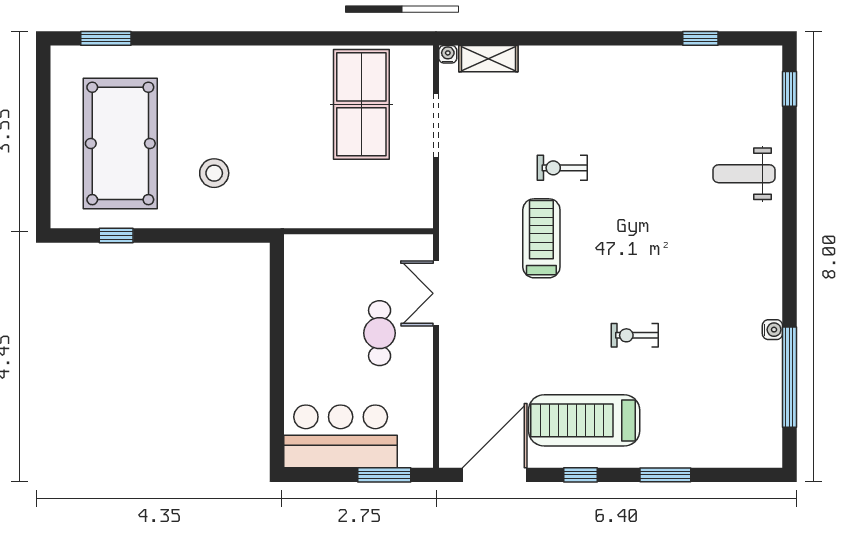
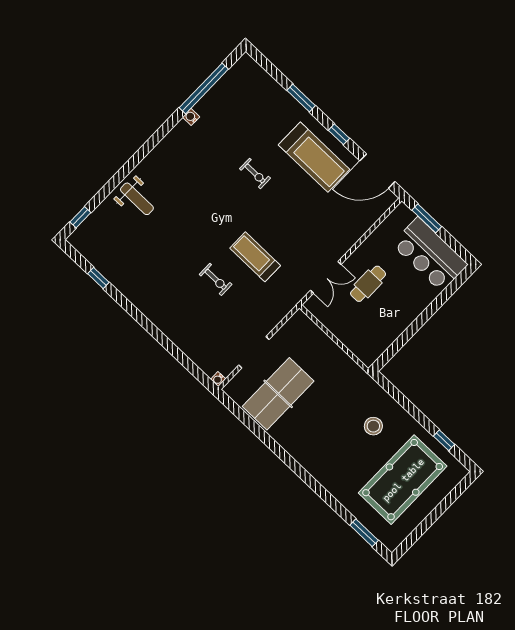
shelving: (488, 59) -> (202, 360), removed
treadmill: (541, 238) -> (255, 257), turned 90

